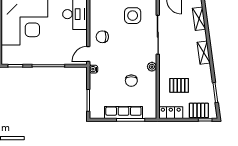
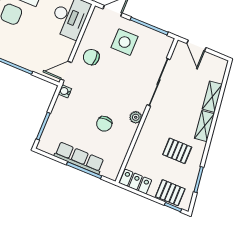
side table: (133, 16) -> (125, 42), moved
shelving: (199, 19) -> (212, 97), moved
pallet: (179, 85) -> (177, 151), moved

